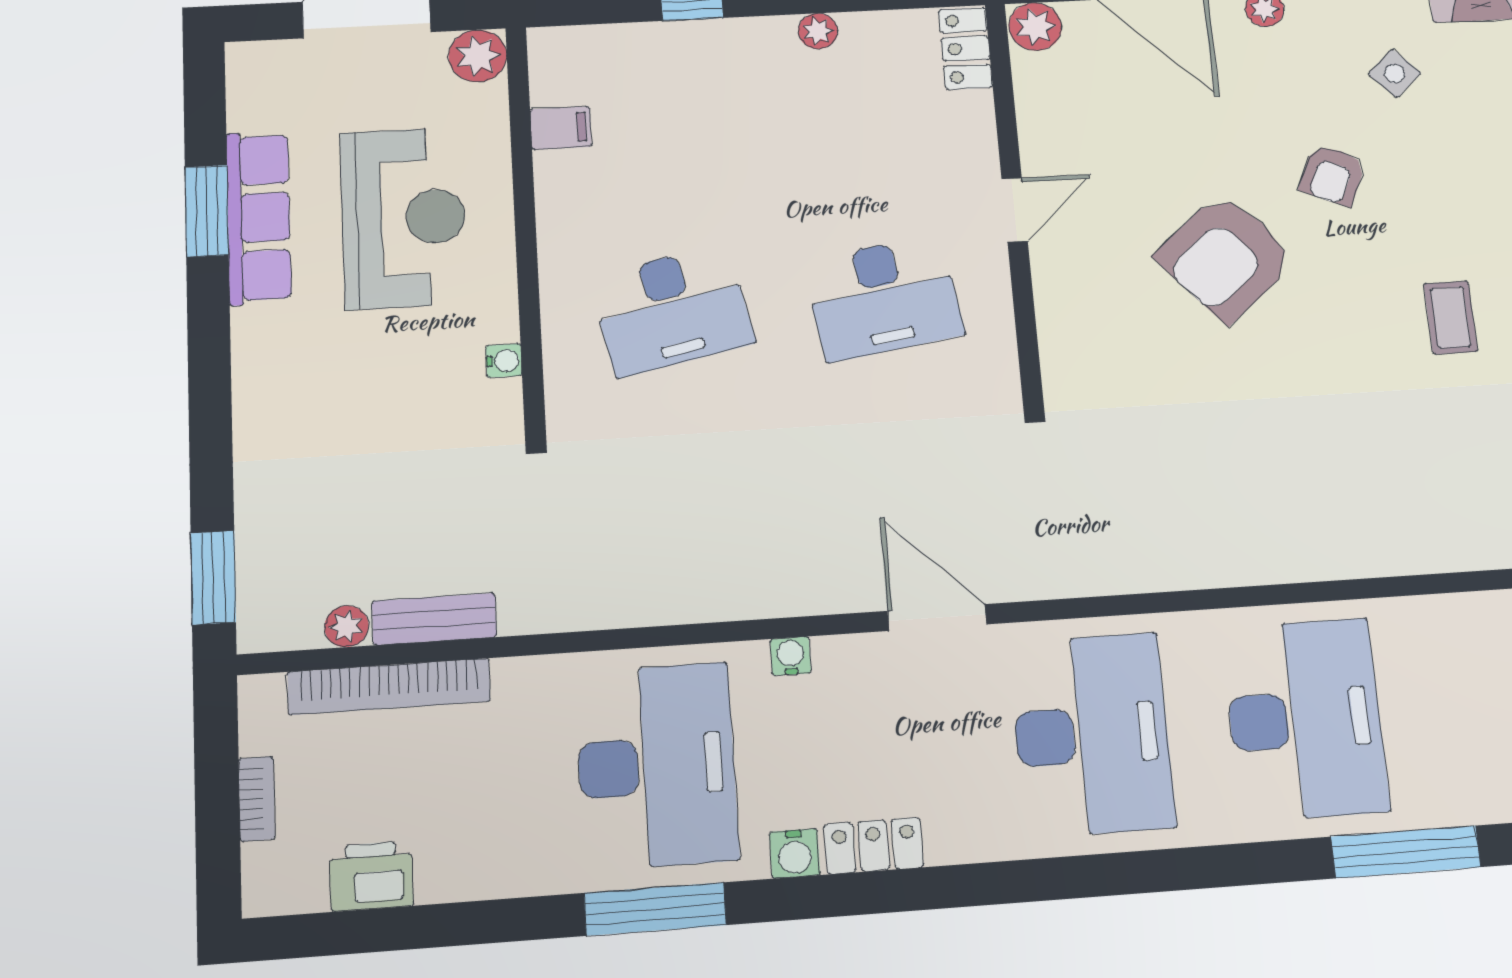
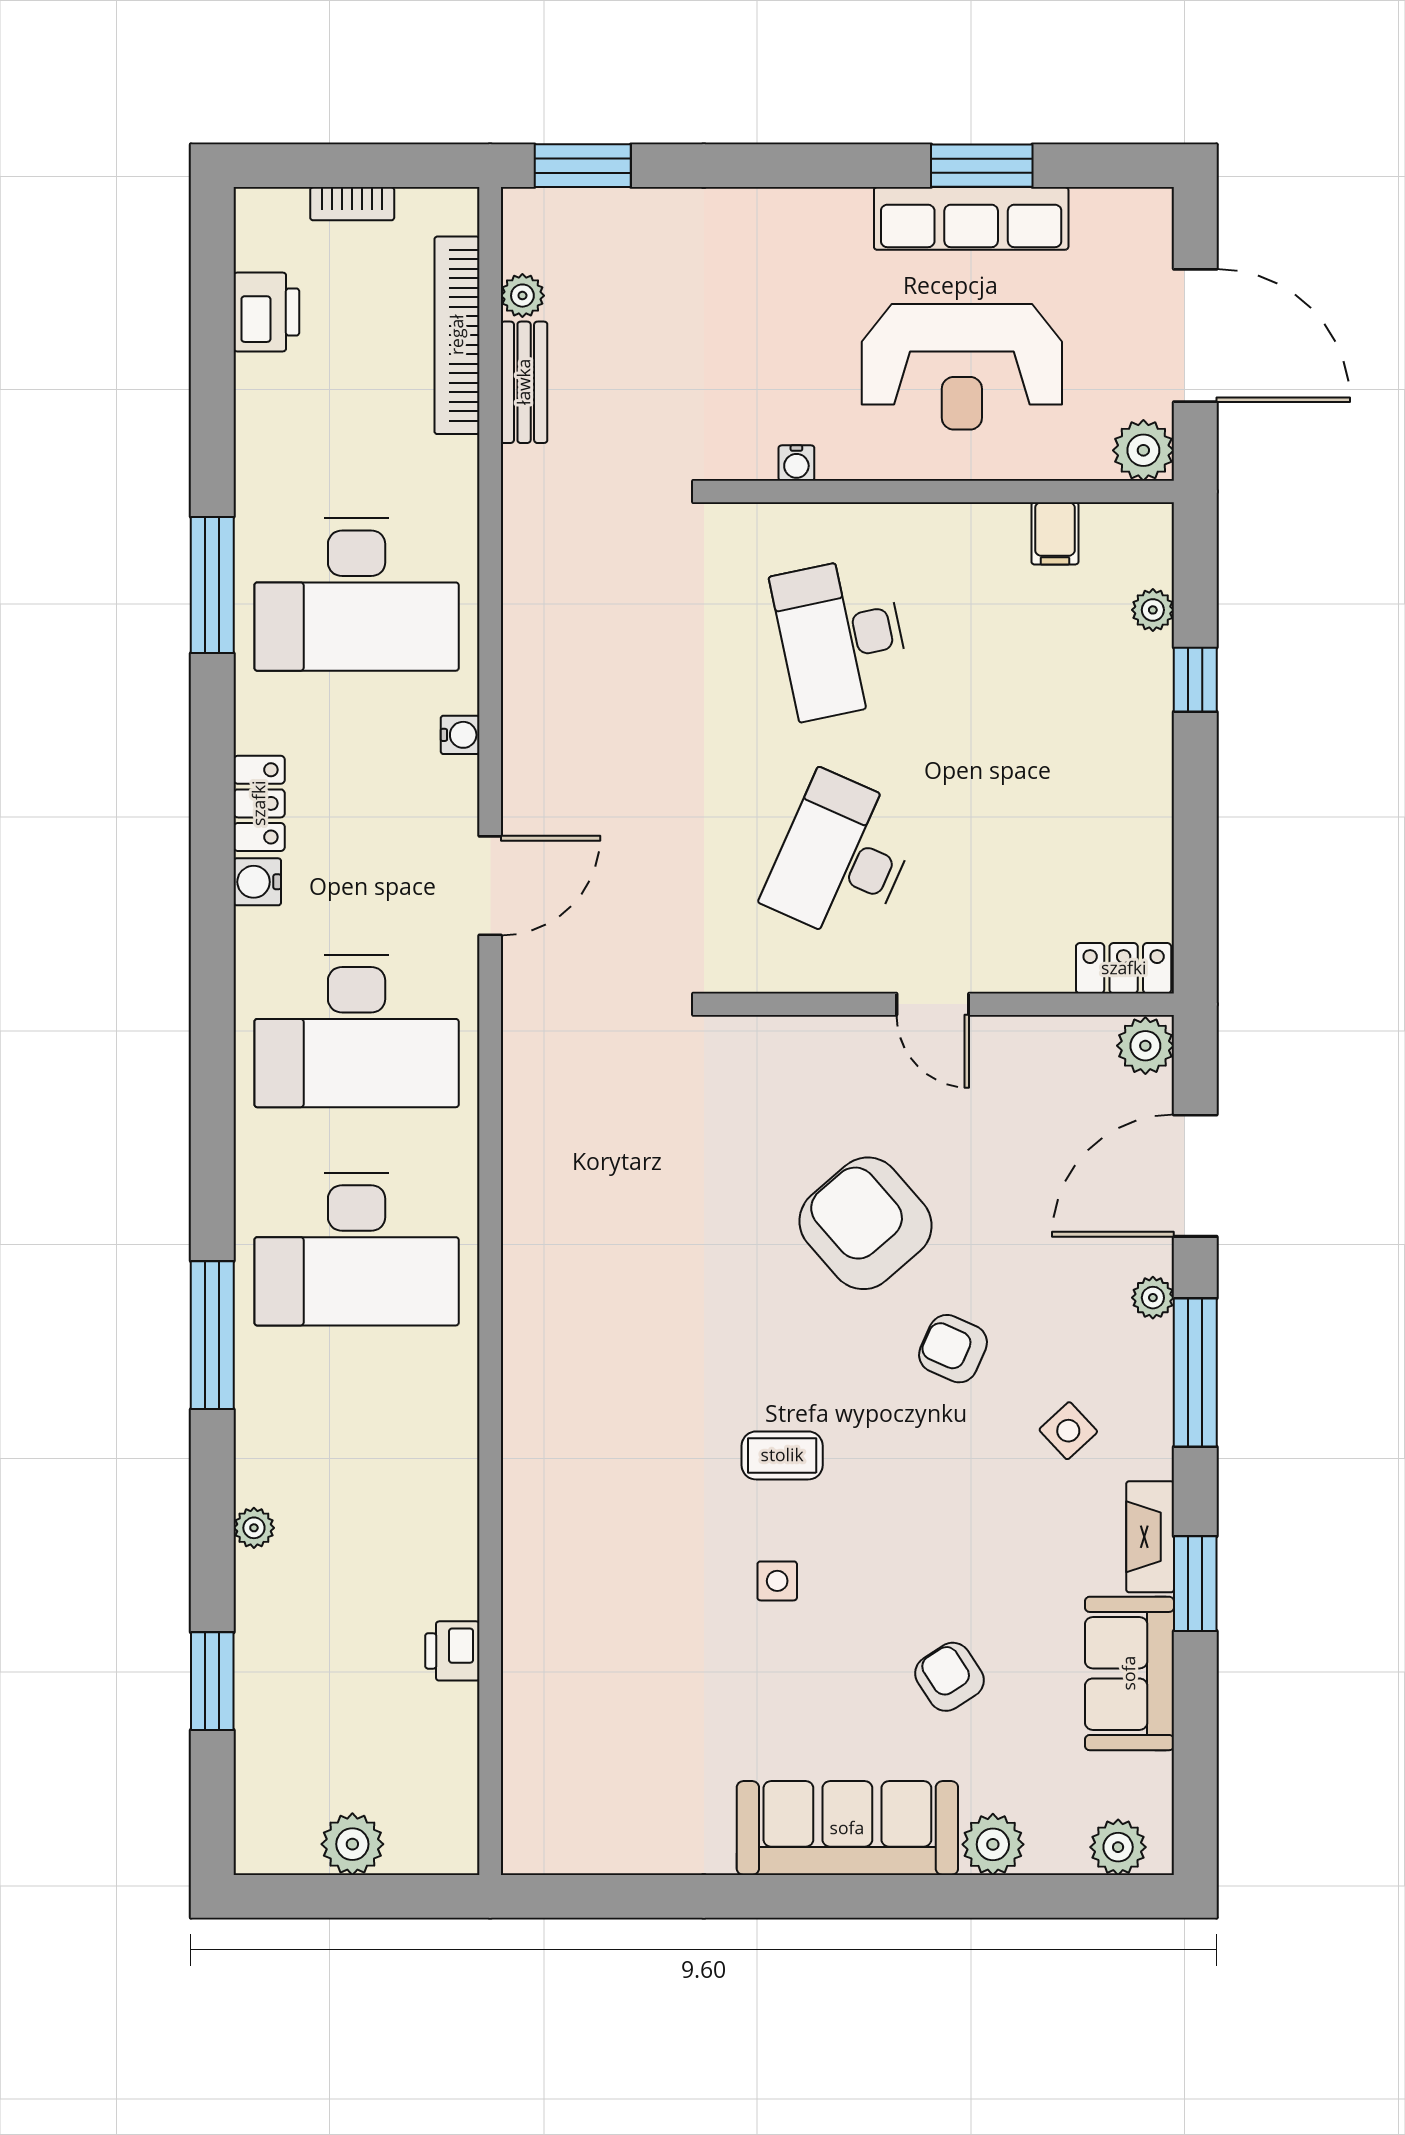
plant: (818, 31) -> (1153, 610), moved
desk: (883, 298) -> (841, 858), turned 33
water cooler: (795, 854) -> (257, 882), moved

